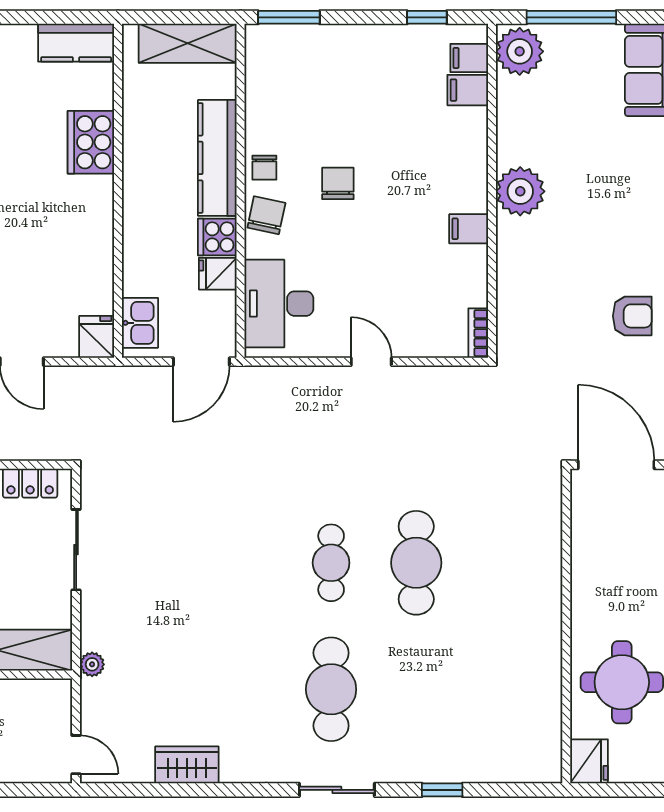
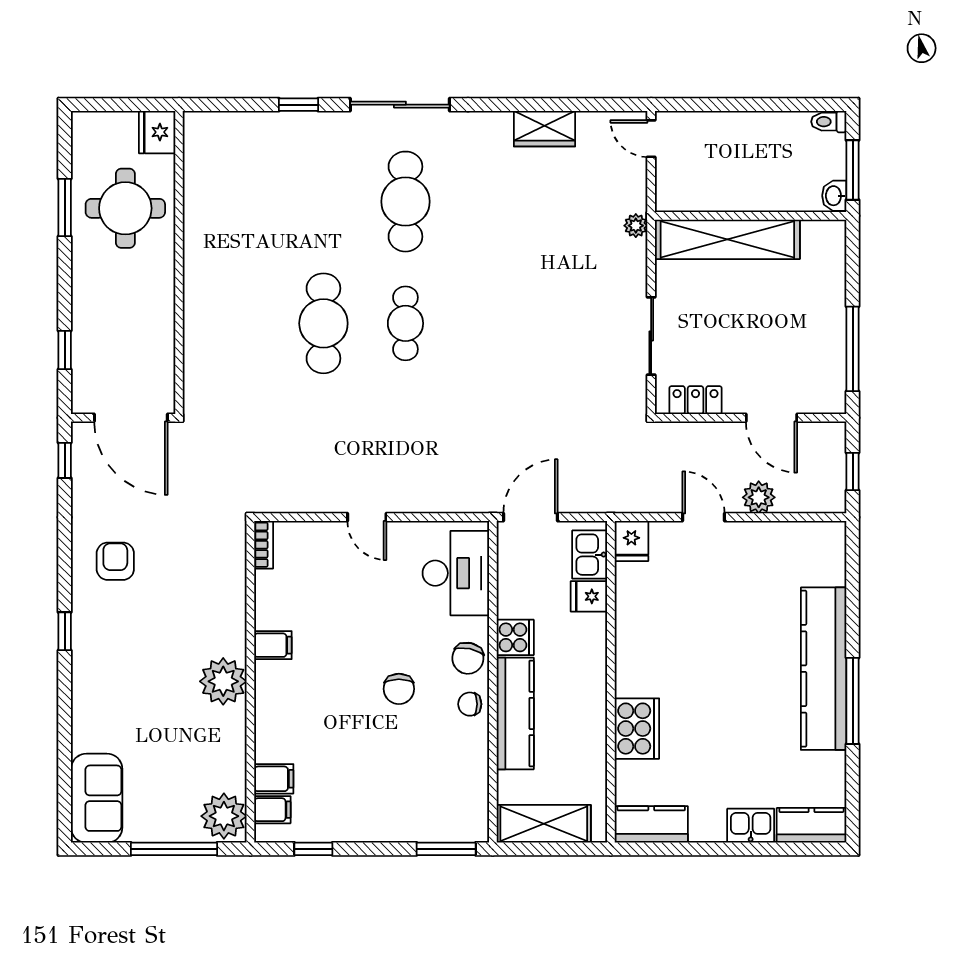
chair: (264, 168) -> (470, 704), turned -90
fridge: (218, 274) -> (589, 596), moved, turned 180
armchair: (632, 316) -> (115, 561), turned 90
sliding door: (337, 790) -> (400, 105), width x1.37

